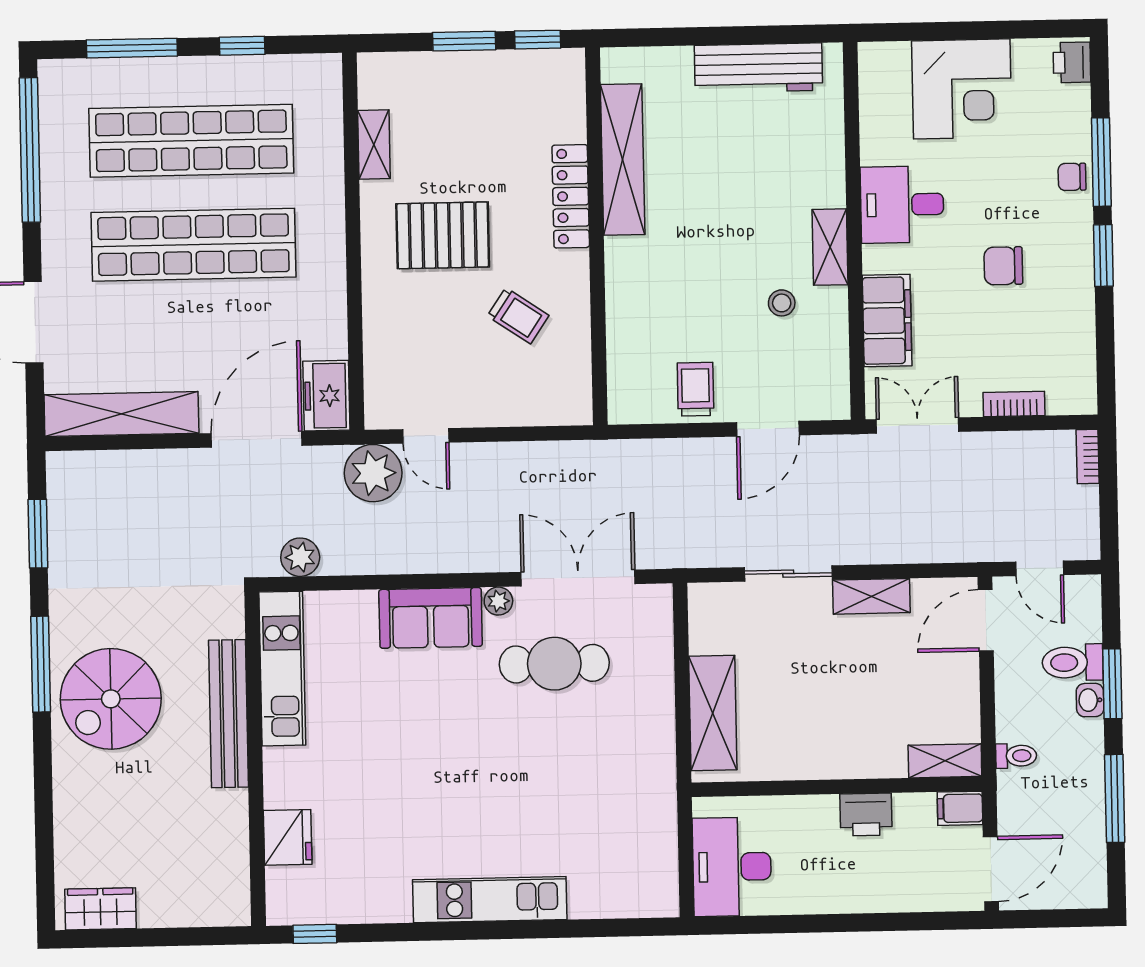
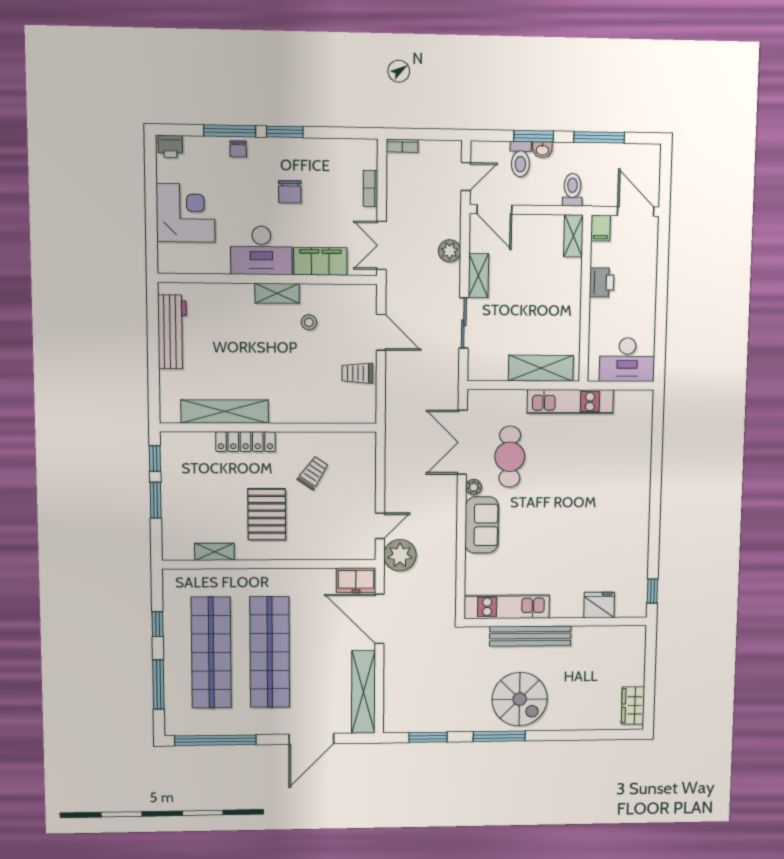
desk: (902, 205) -> (261, 250), width x1.37
plant: (300, 557) -> (450, 251), moved
toilet: (1016, 756) -> (572, 190), width x1.37, depth x1.39
kitchen unit: (490, 900) -> (570, 402), moved, turned -90

